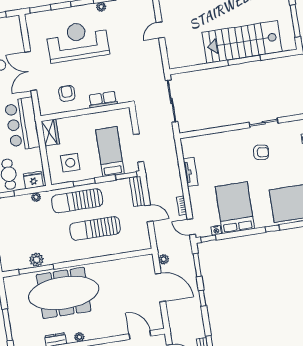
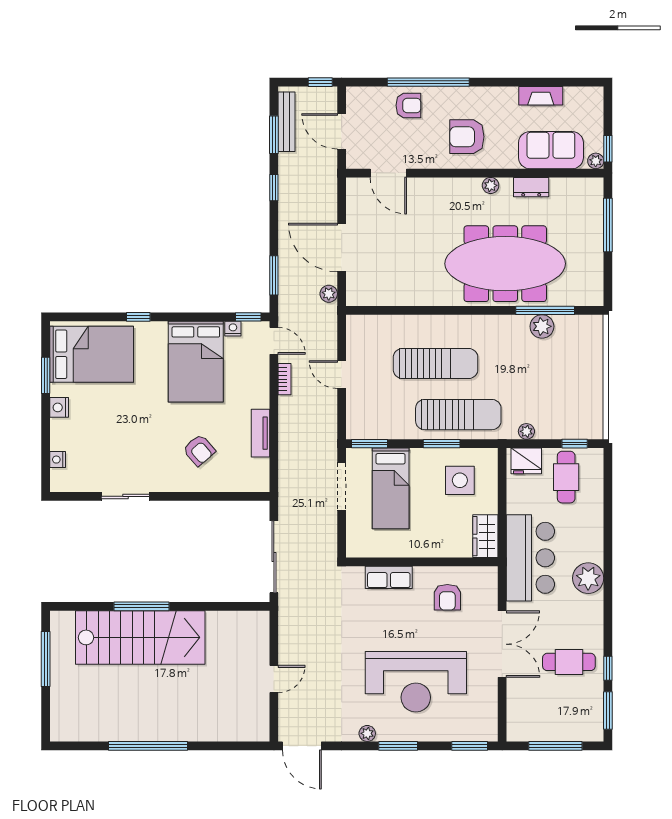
armchair: (261, 152) -> (199, 450), moved, turned -138
bench: (137, 191) -> (355, 415), removed
window: (202, 298) -> (274, 188), moved

